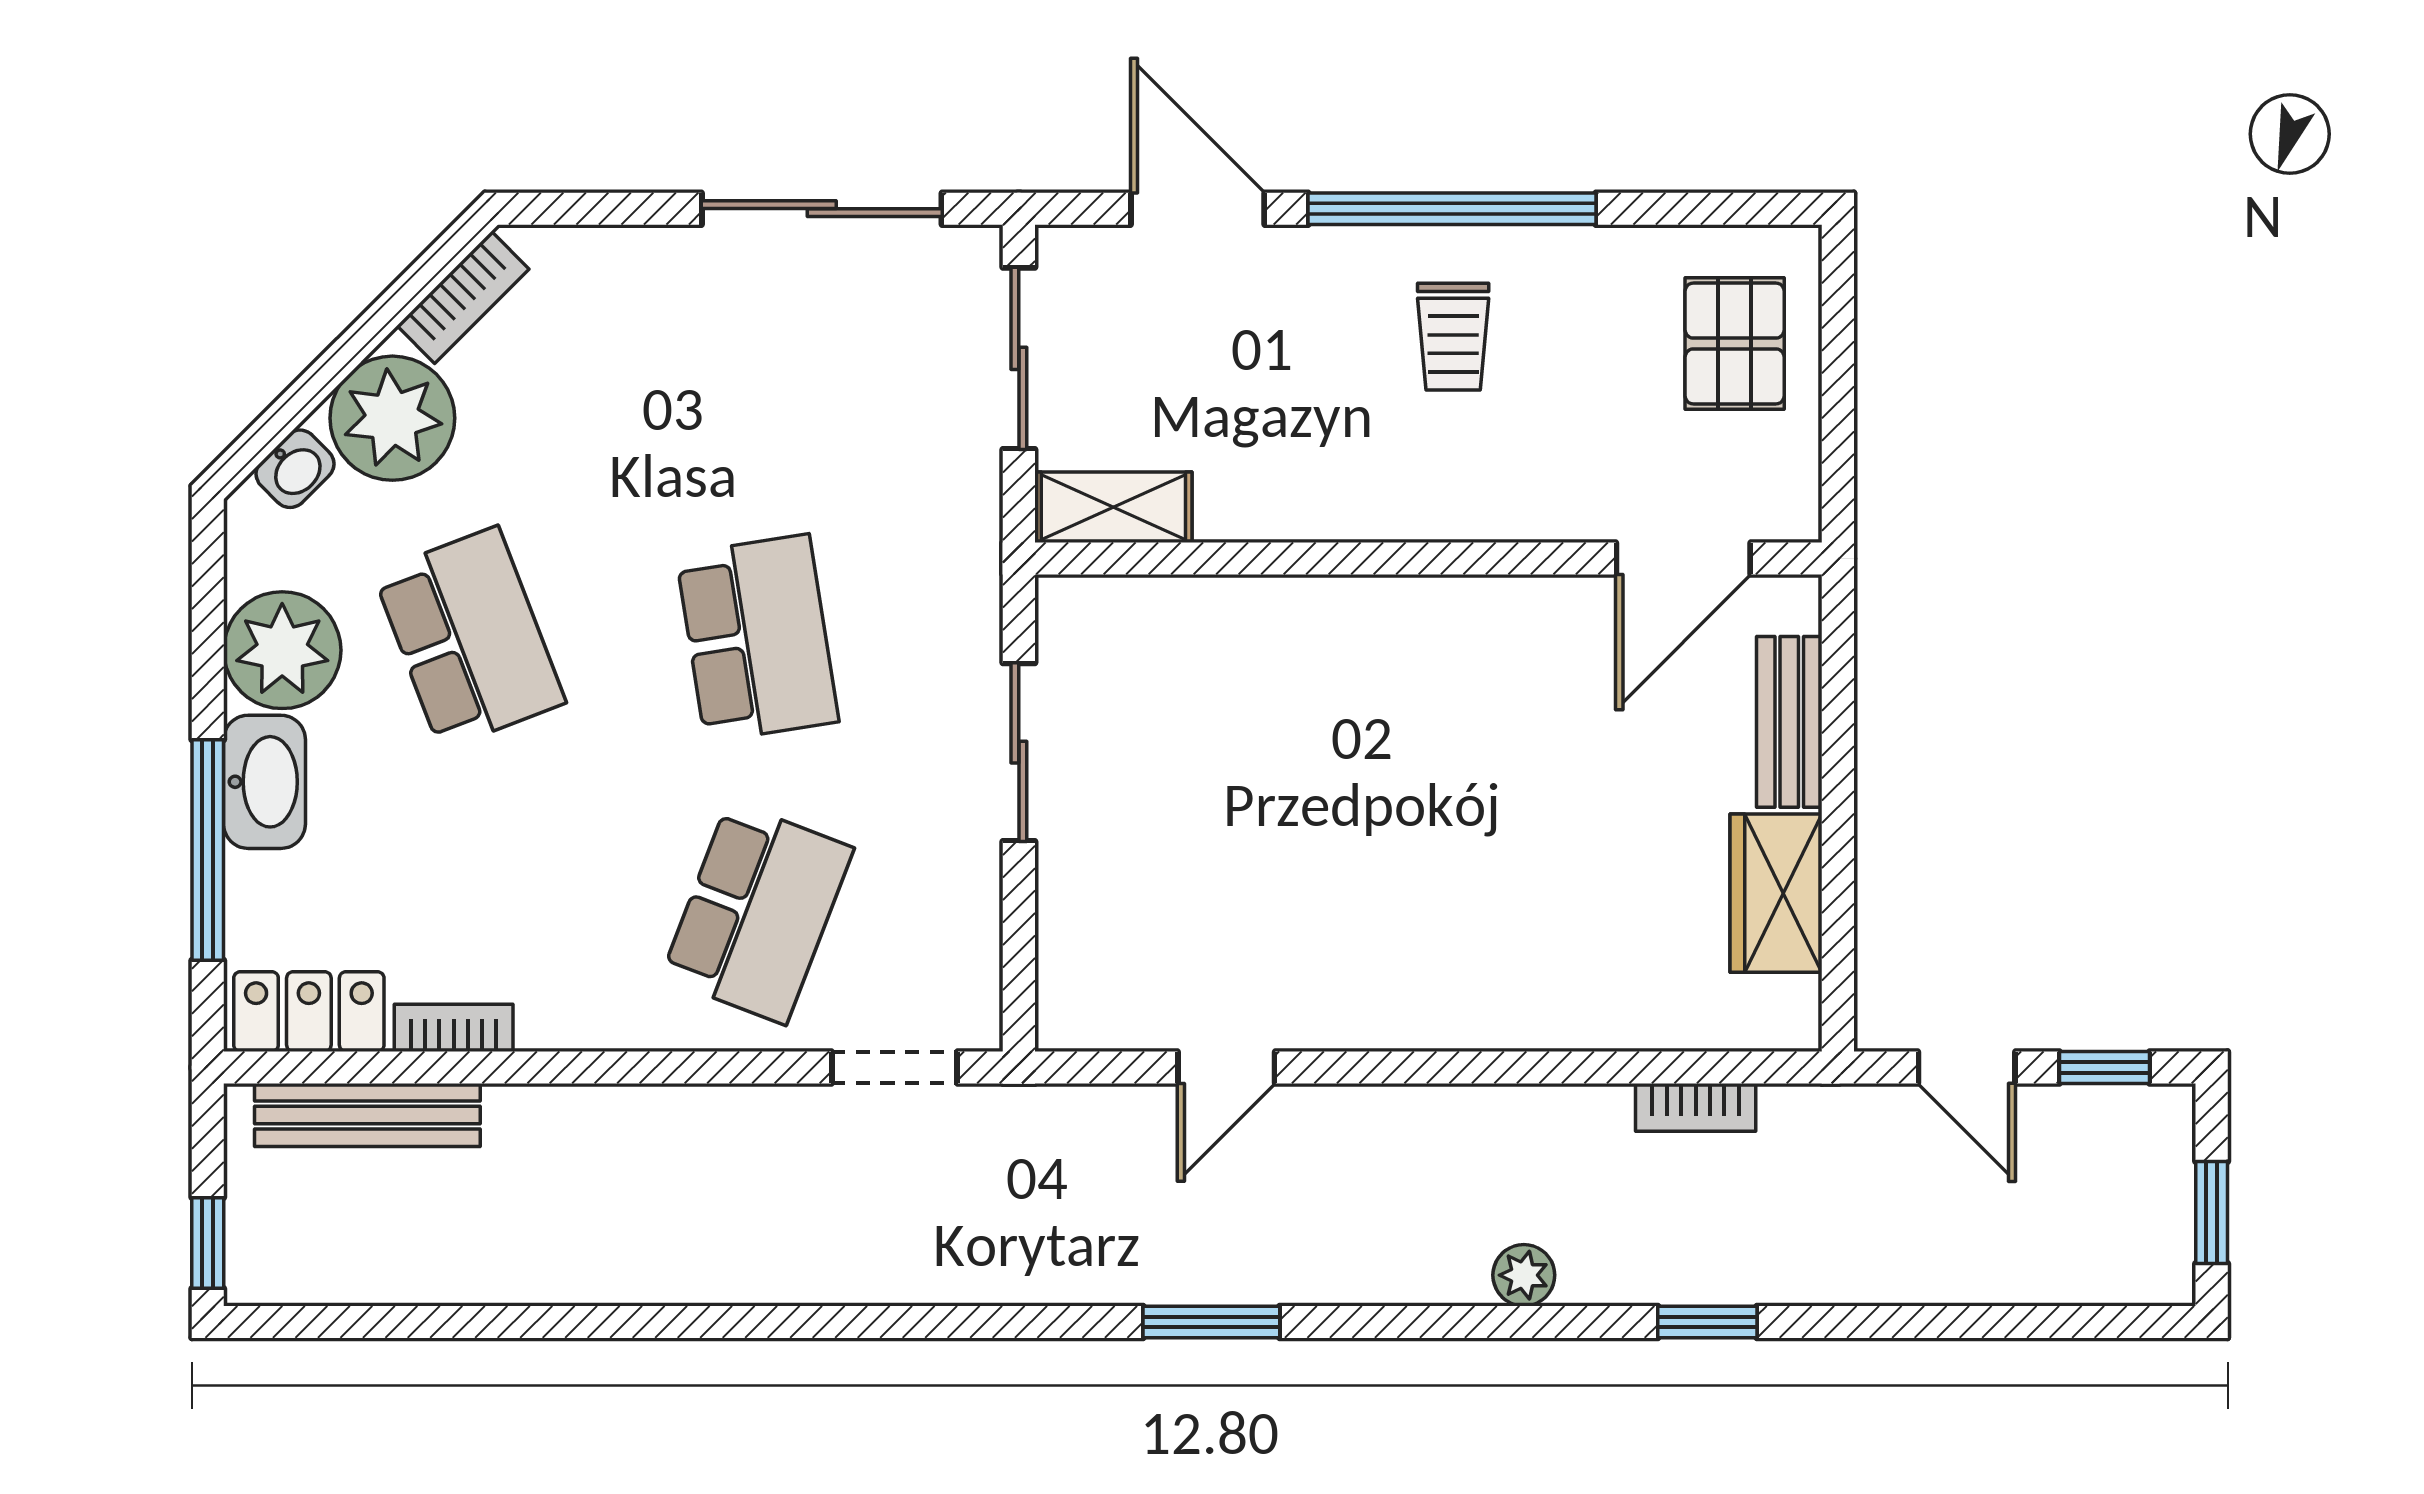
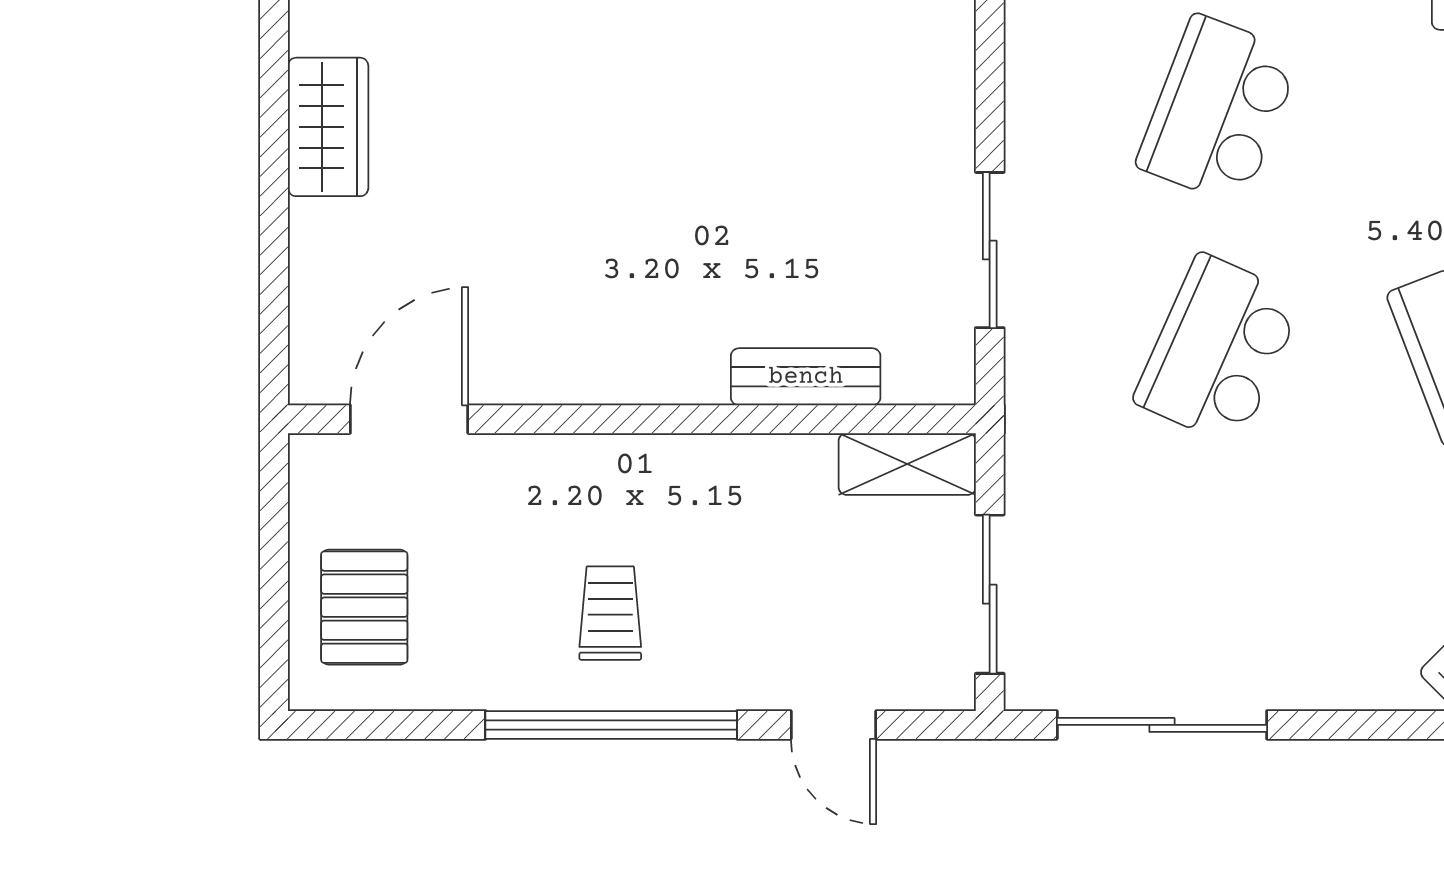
door: (1198, 209) -> (834, 725), width x0.73
school desk: (757, 638) -> (1218, 350), turned 33
bench: (1789, 722) -> (806, 377), moved, turned 90

